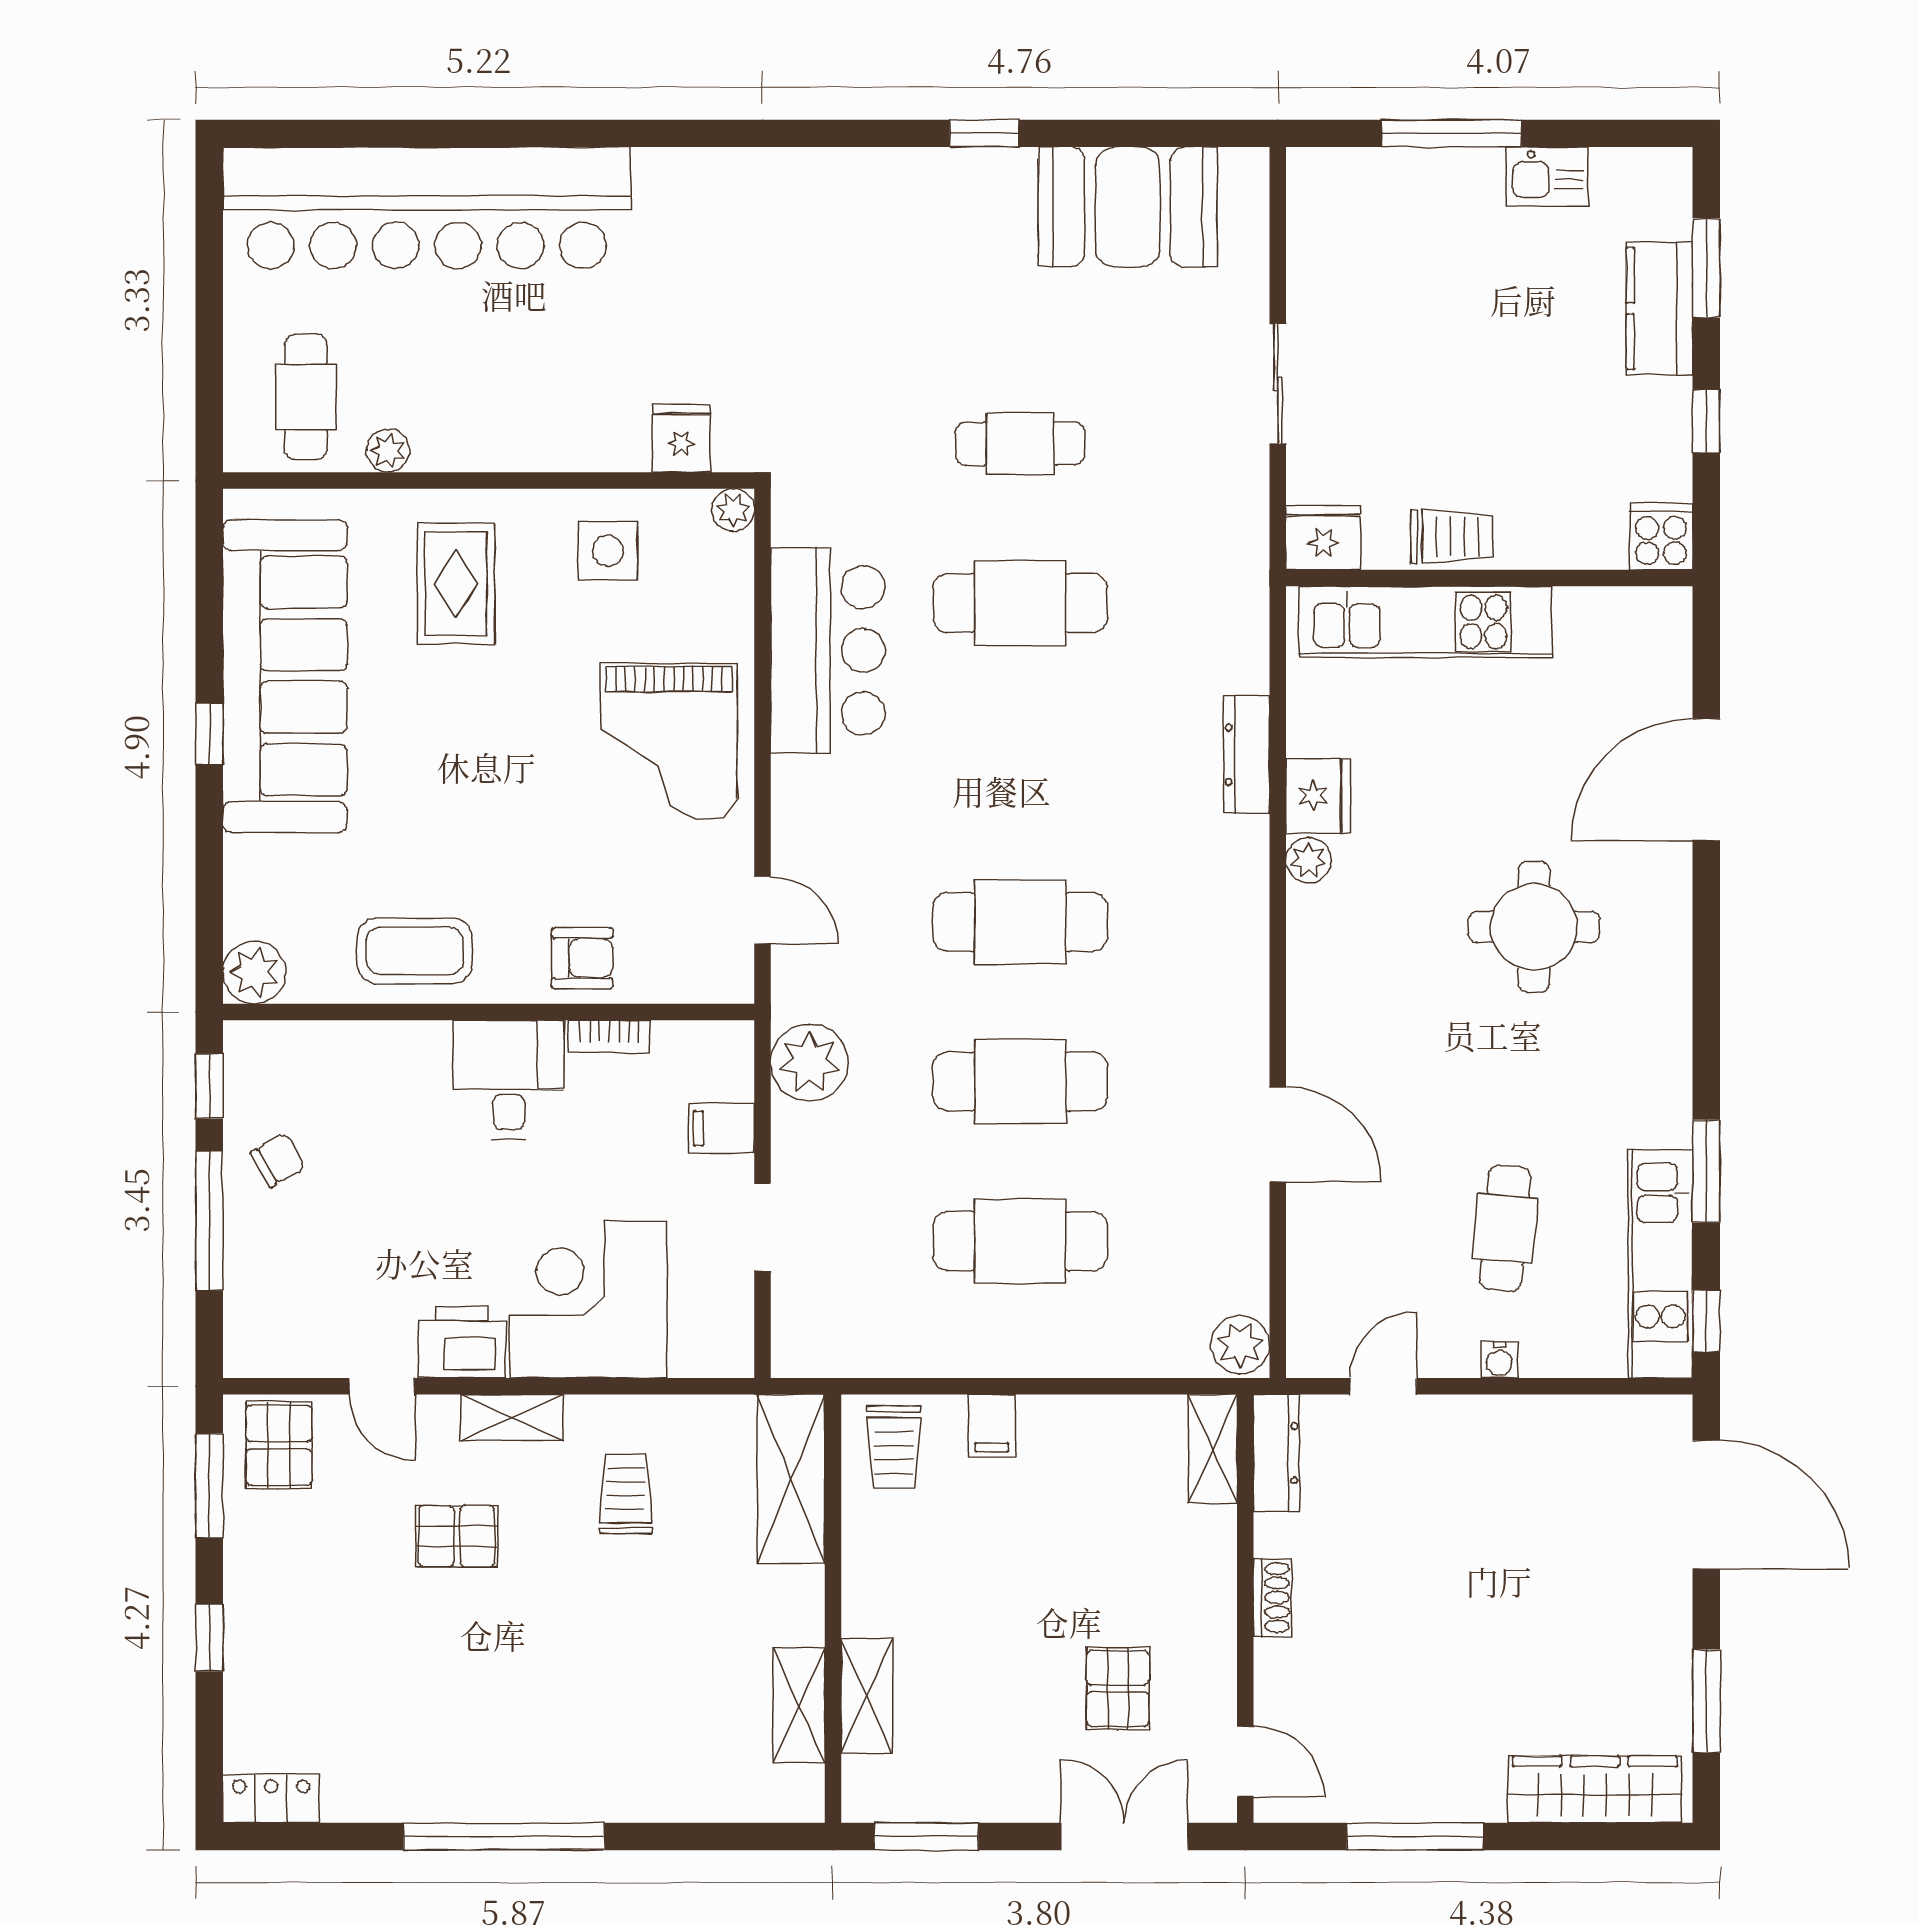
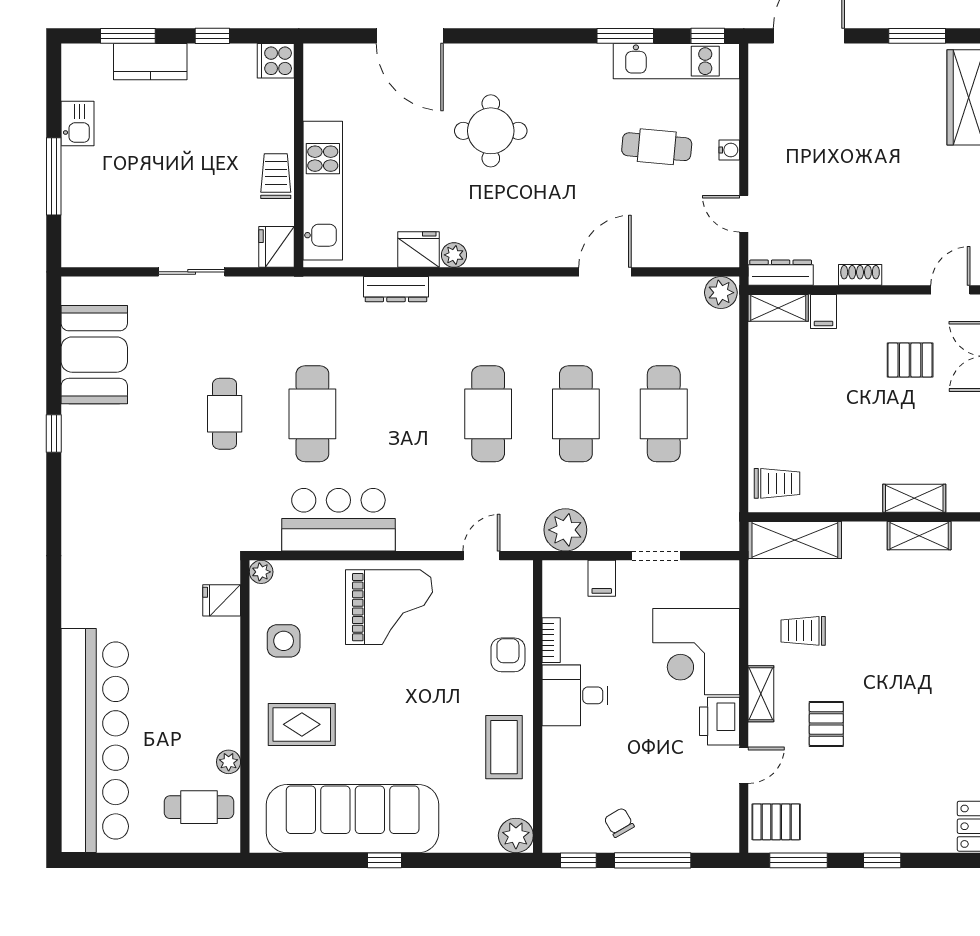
filing cabinet: (992, 1426) -> (824, 311), moved, turned 90

